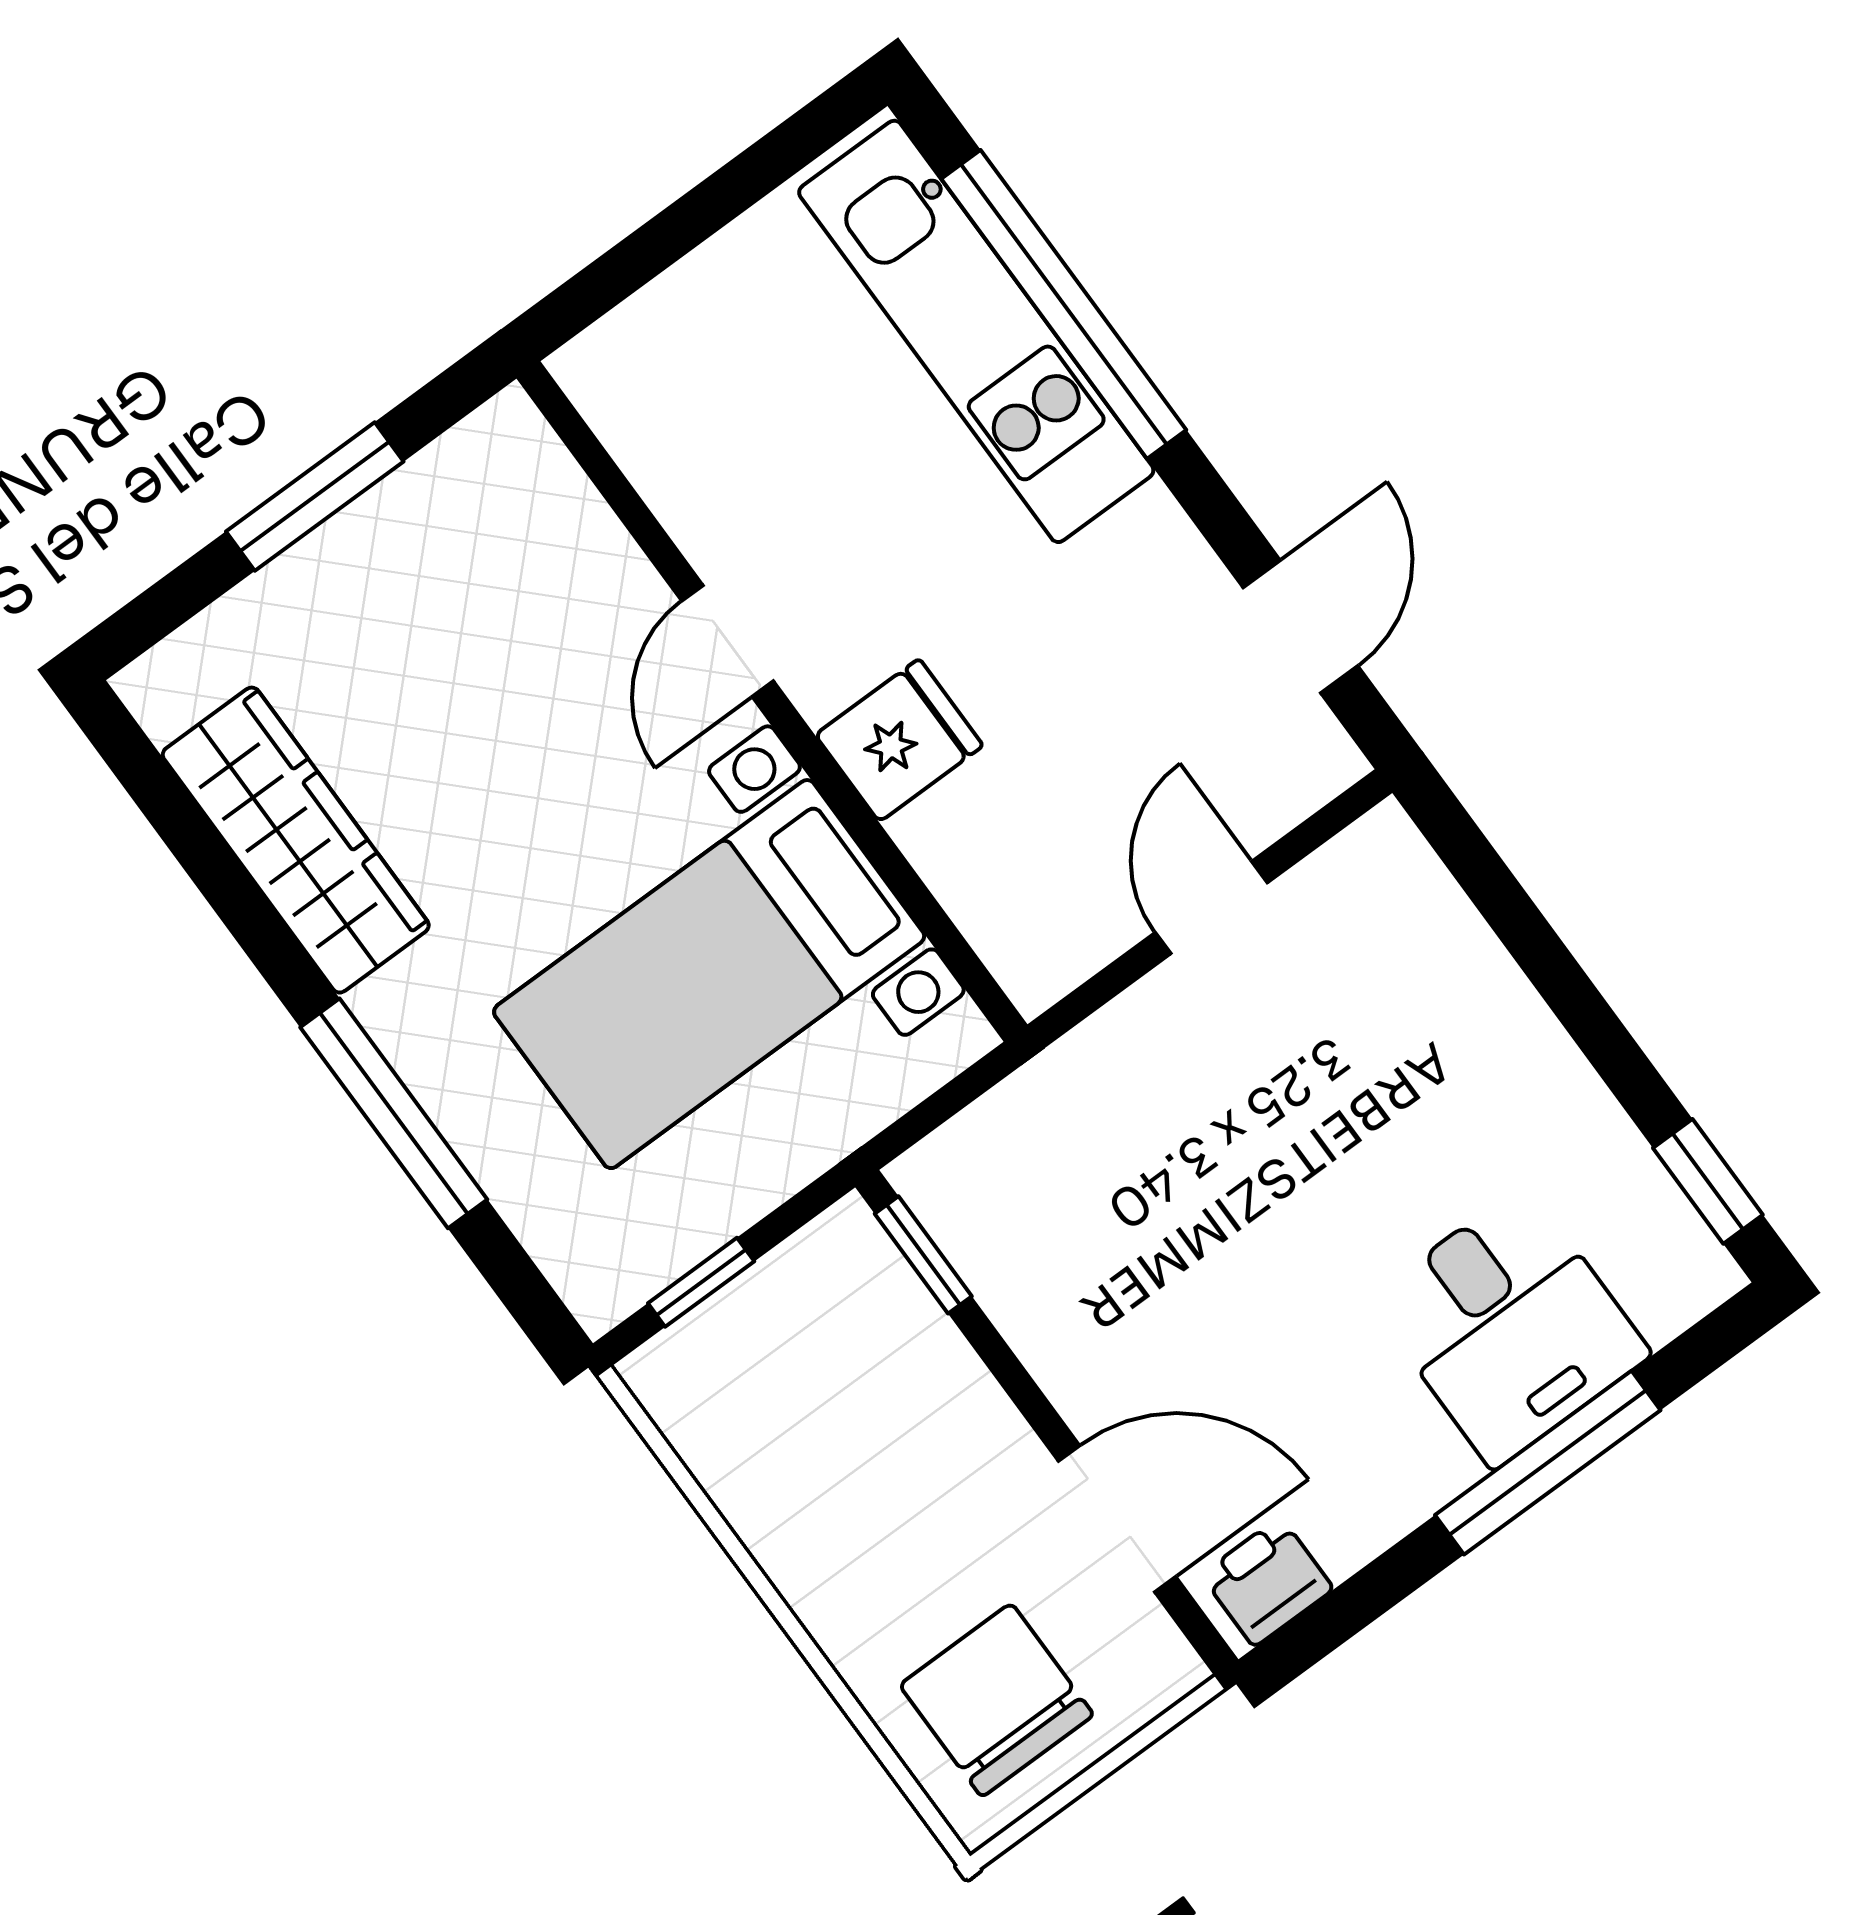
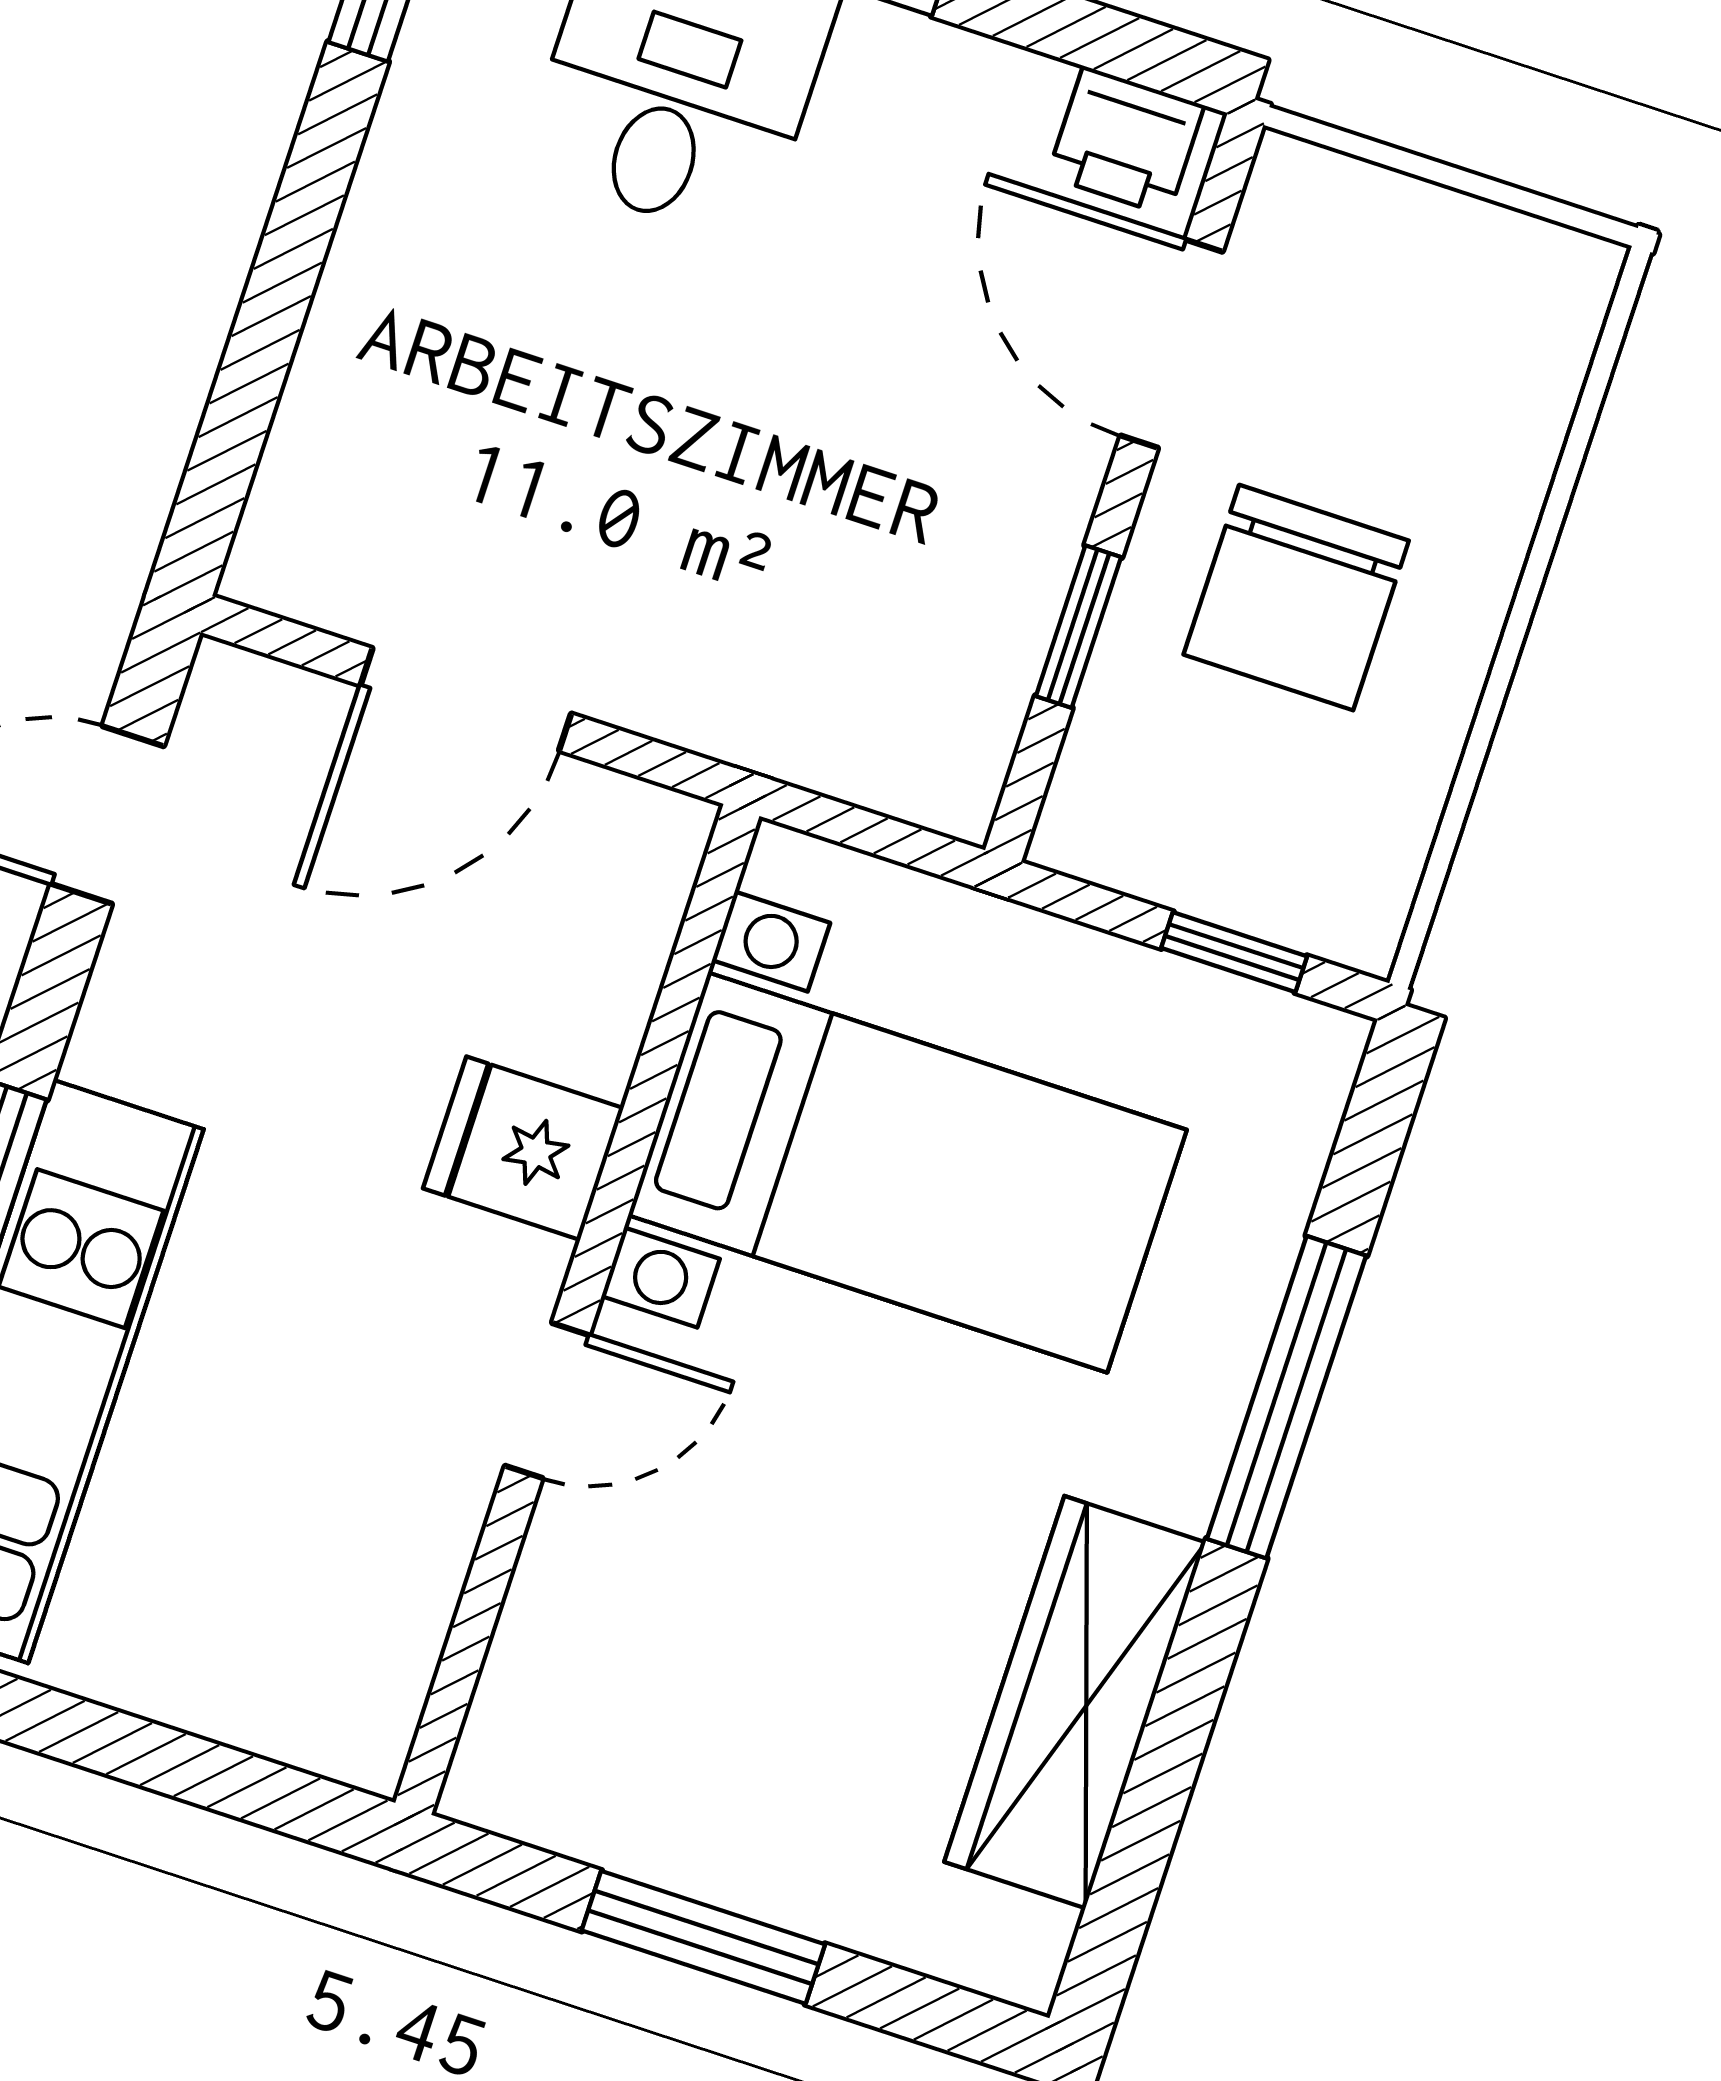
door: (1211, 908) -> (466, 699), width x1.37
window: (923, 1255) -> (1079, 627), moved
chair: (997, 1700) -> (1296, 598), moved

